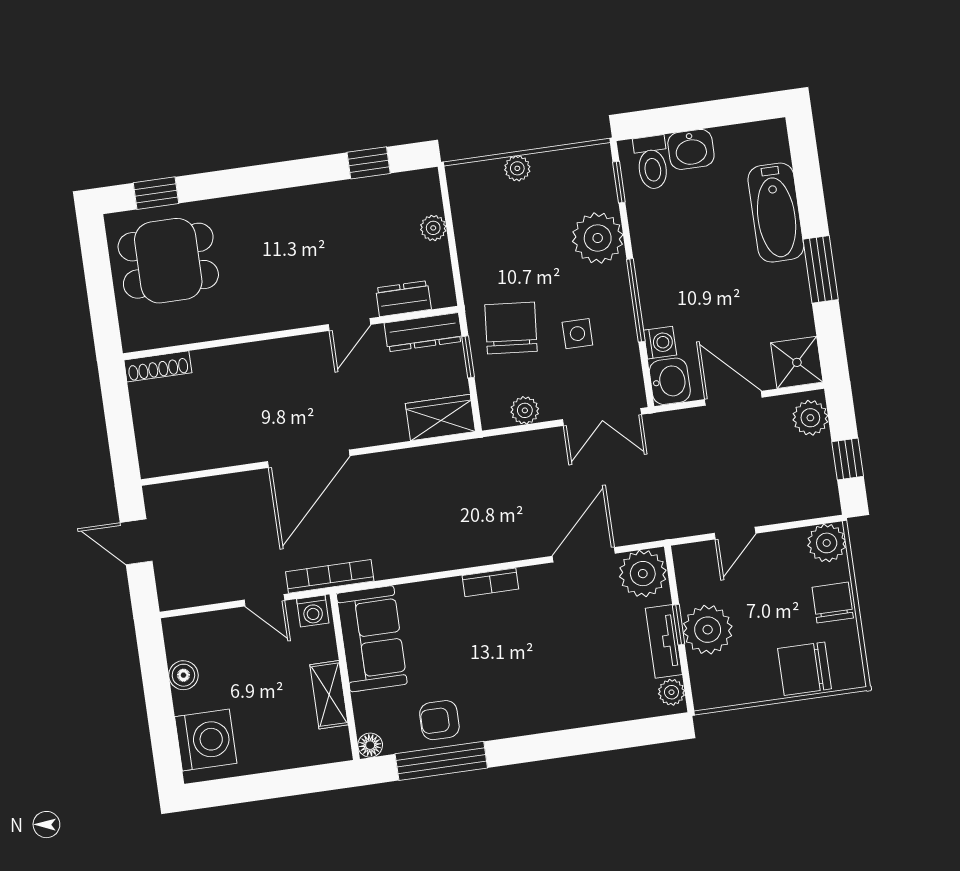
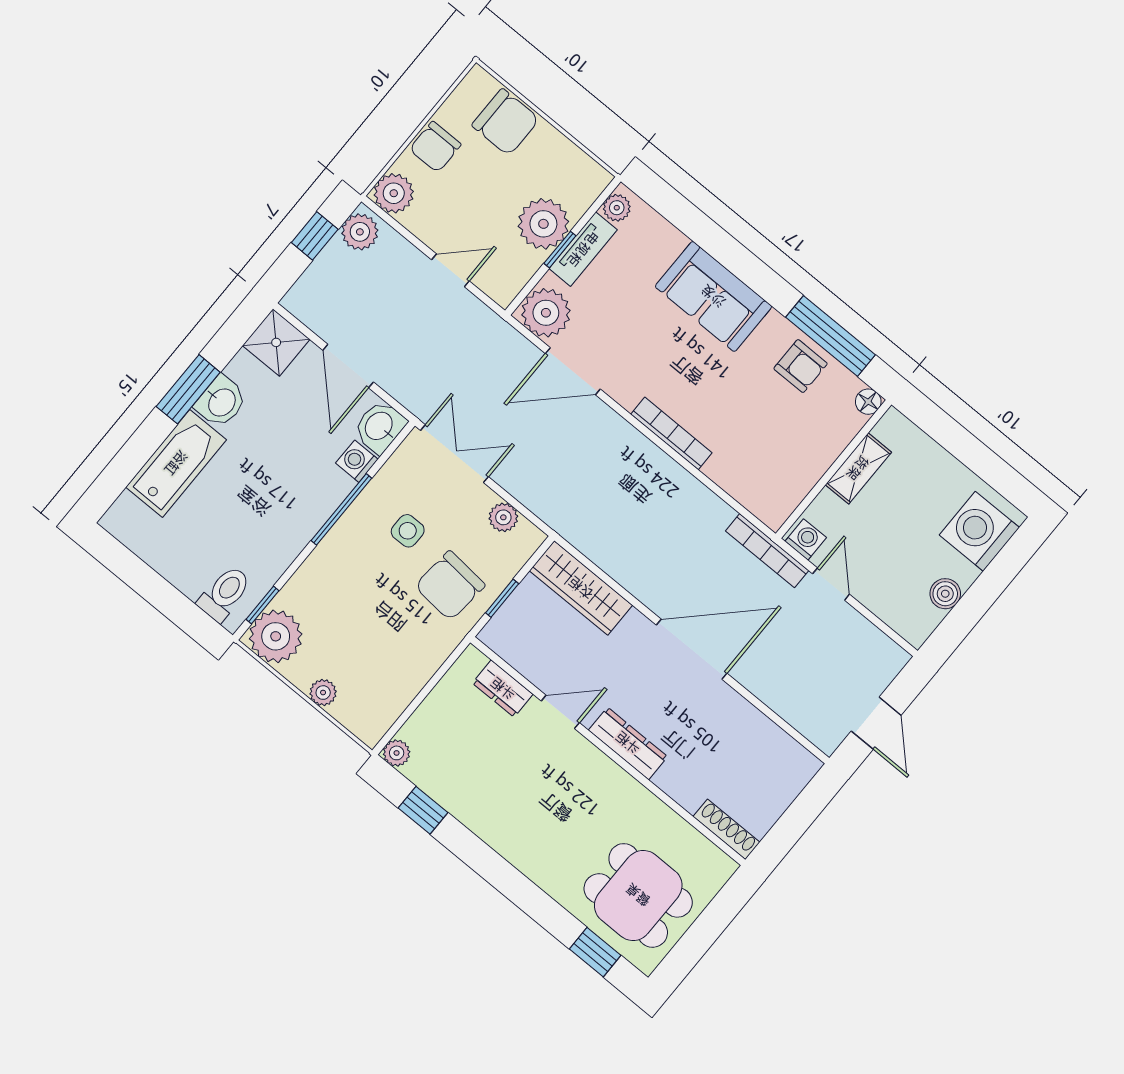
washbasin: (691, 149) -> (221, 402), moved, turned 90
plant: (433, 228) -> (397, 753), moved
plant: (598, 238) -> (276, 636), moved
dresser: (423, 332) -> (628, 743), moved
wardrobe: (440, 417) -> (581, 588), width x1.50
plant: (810, 418) -> (360, 232), moved
bookcase: (490, 582) -> (671, 433), width x1.56
sofa: (372, 639) -> (713, 296), moved, turned -90

